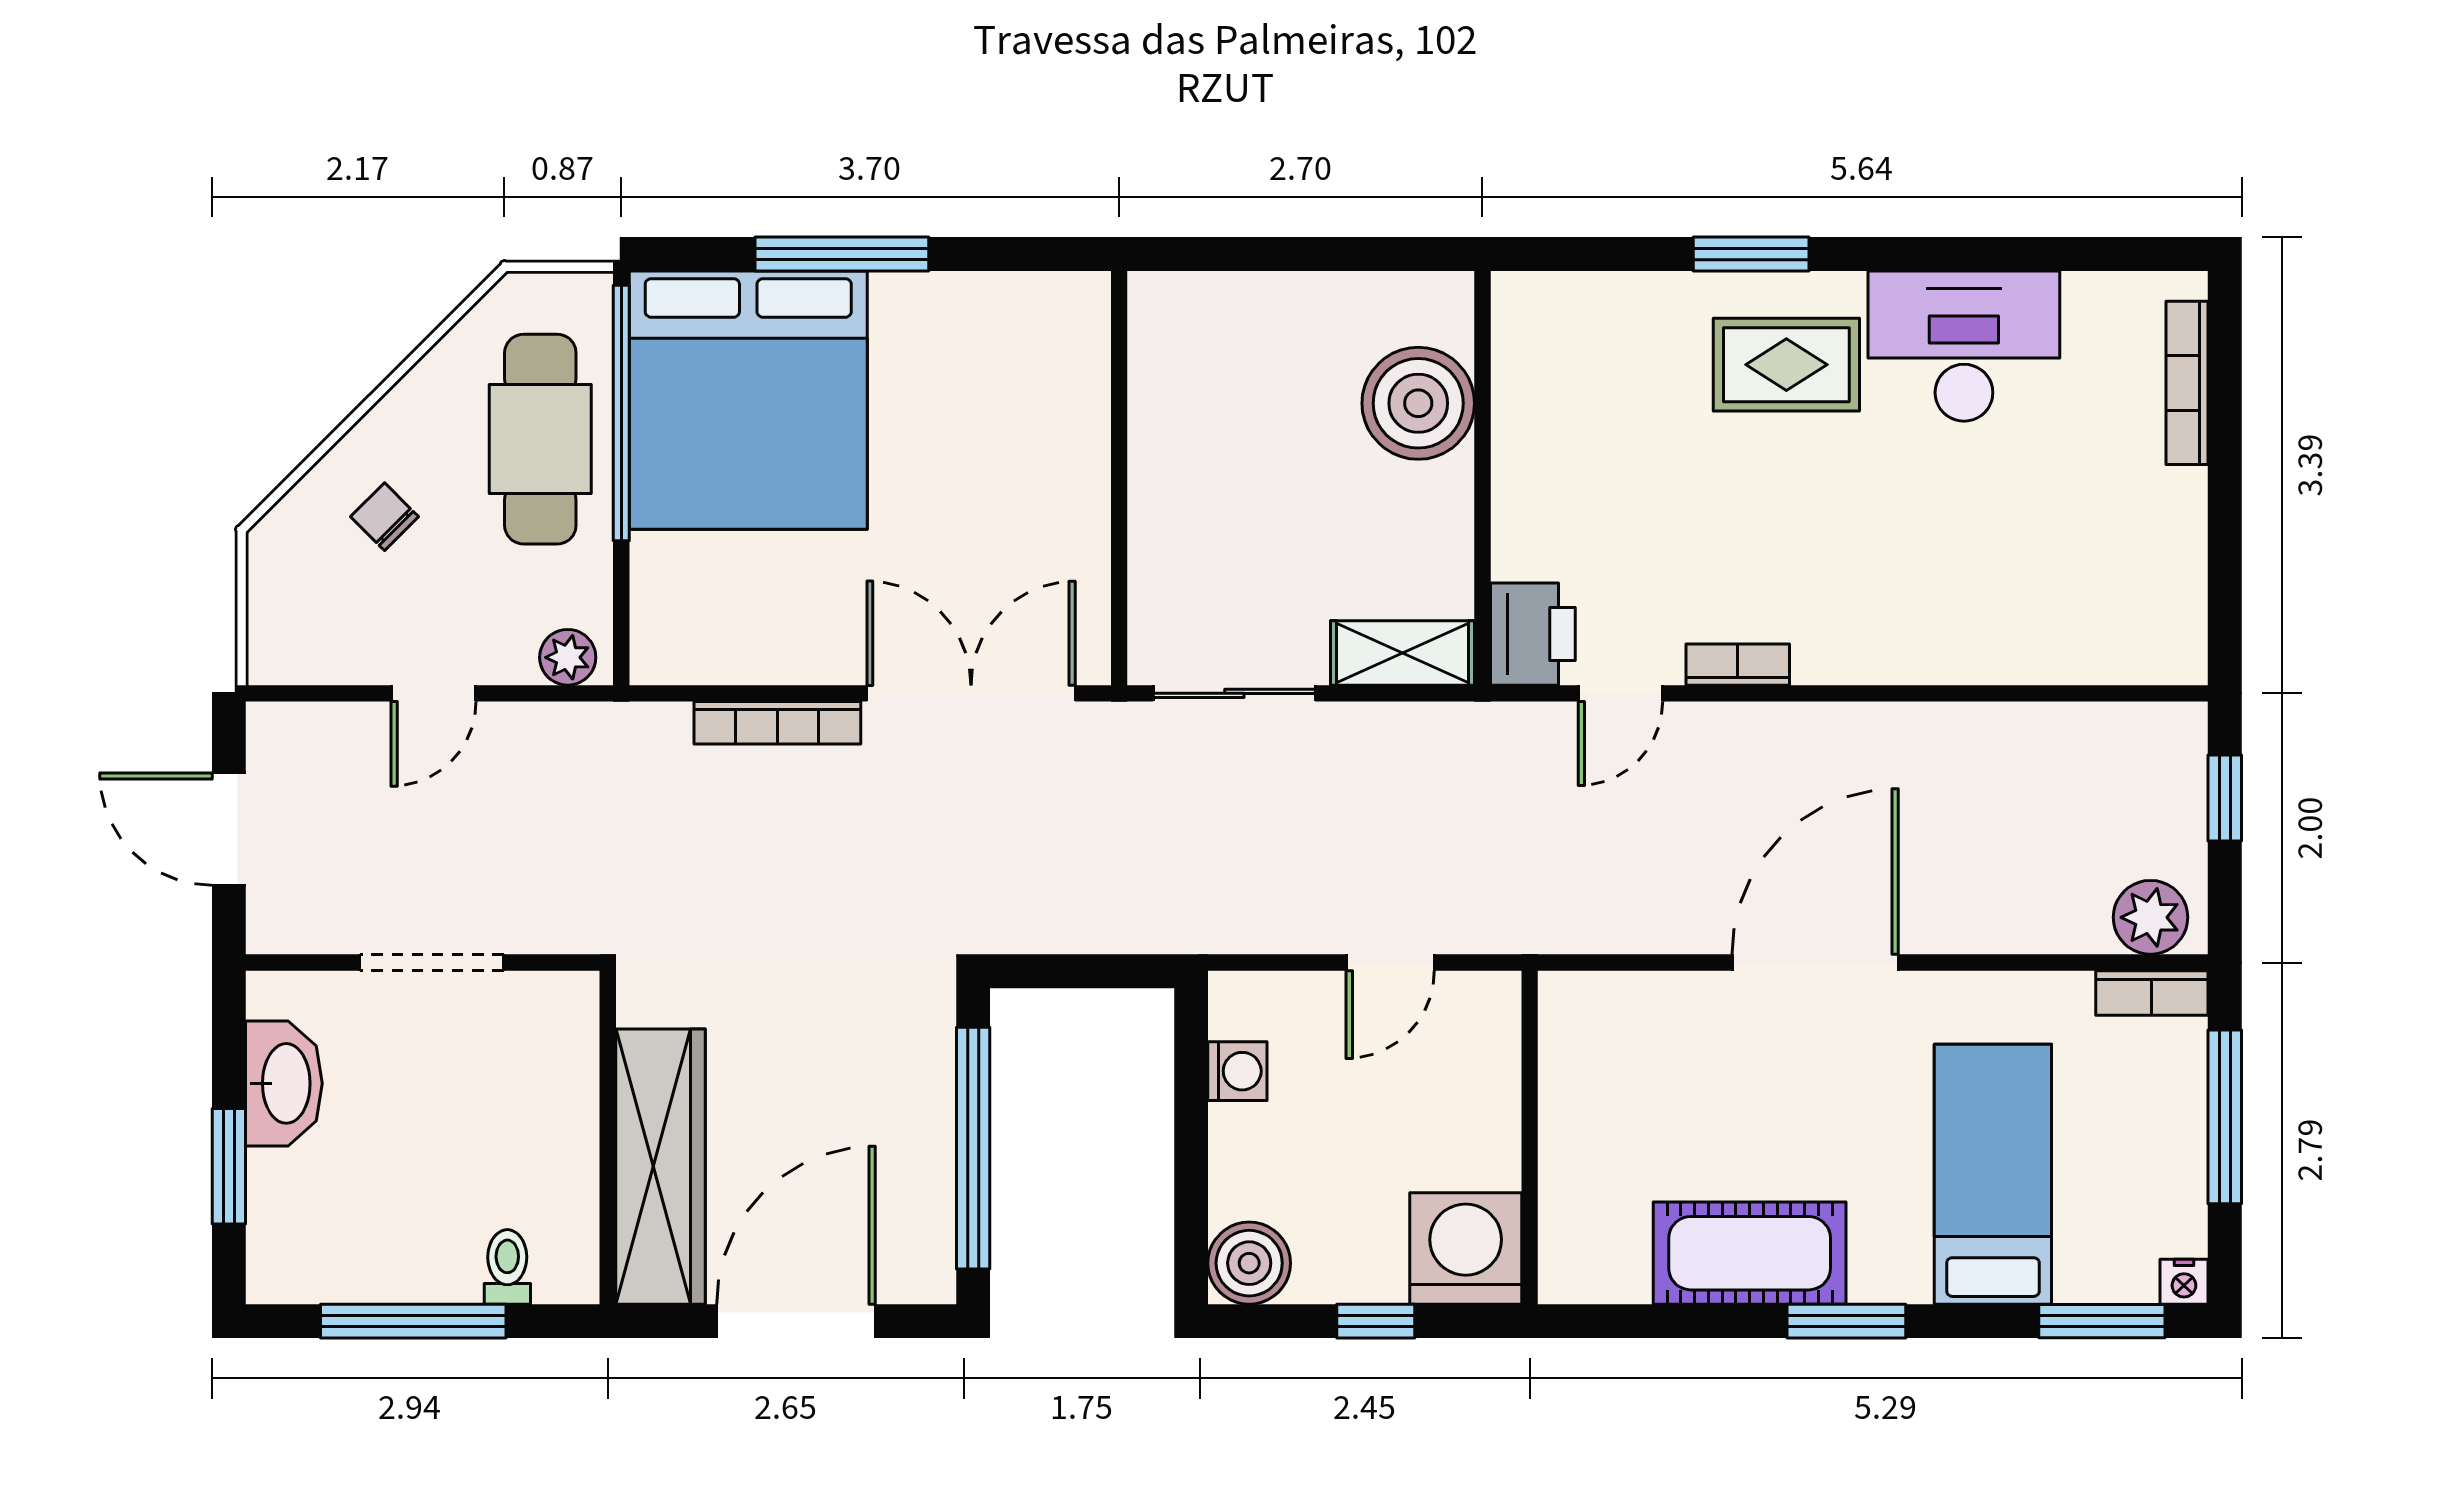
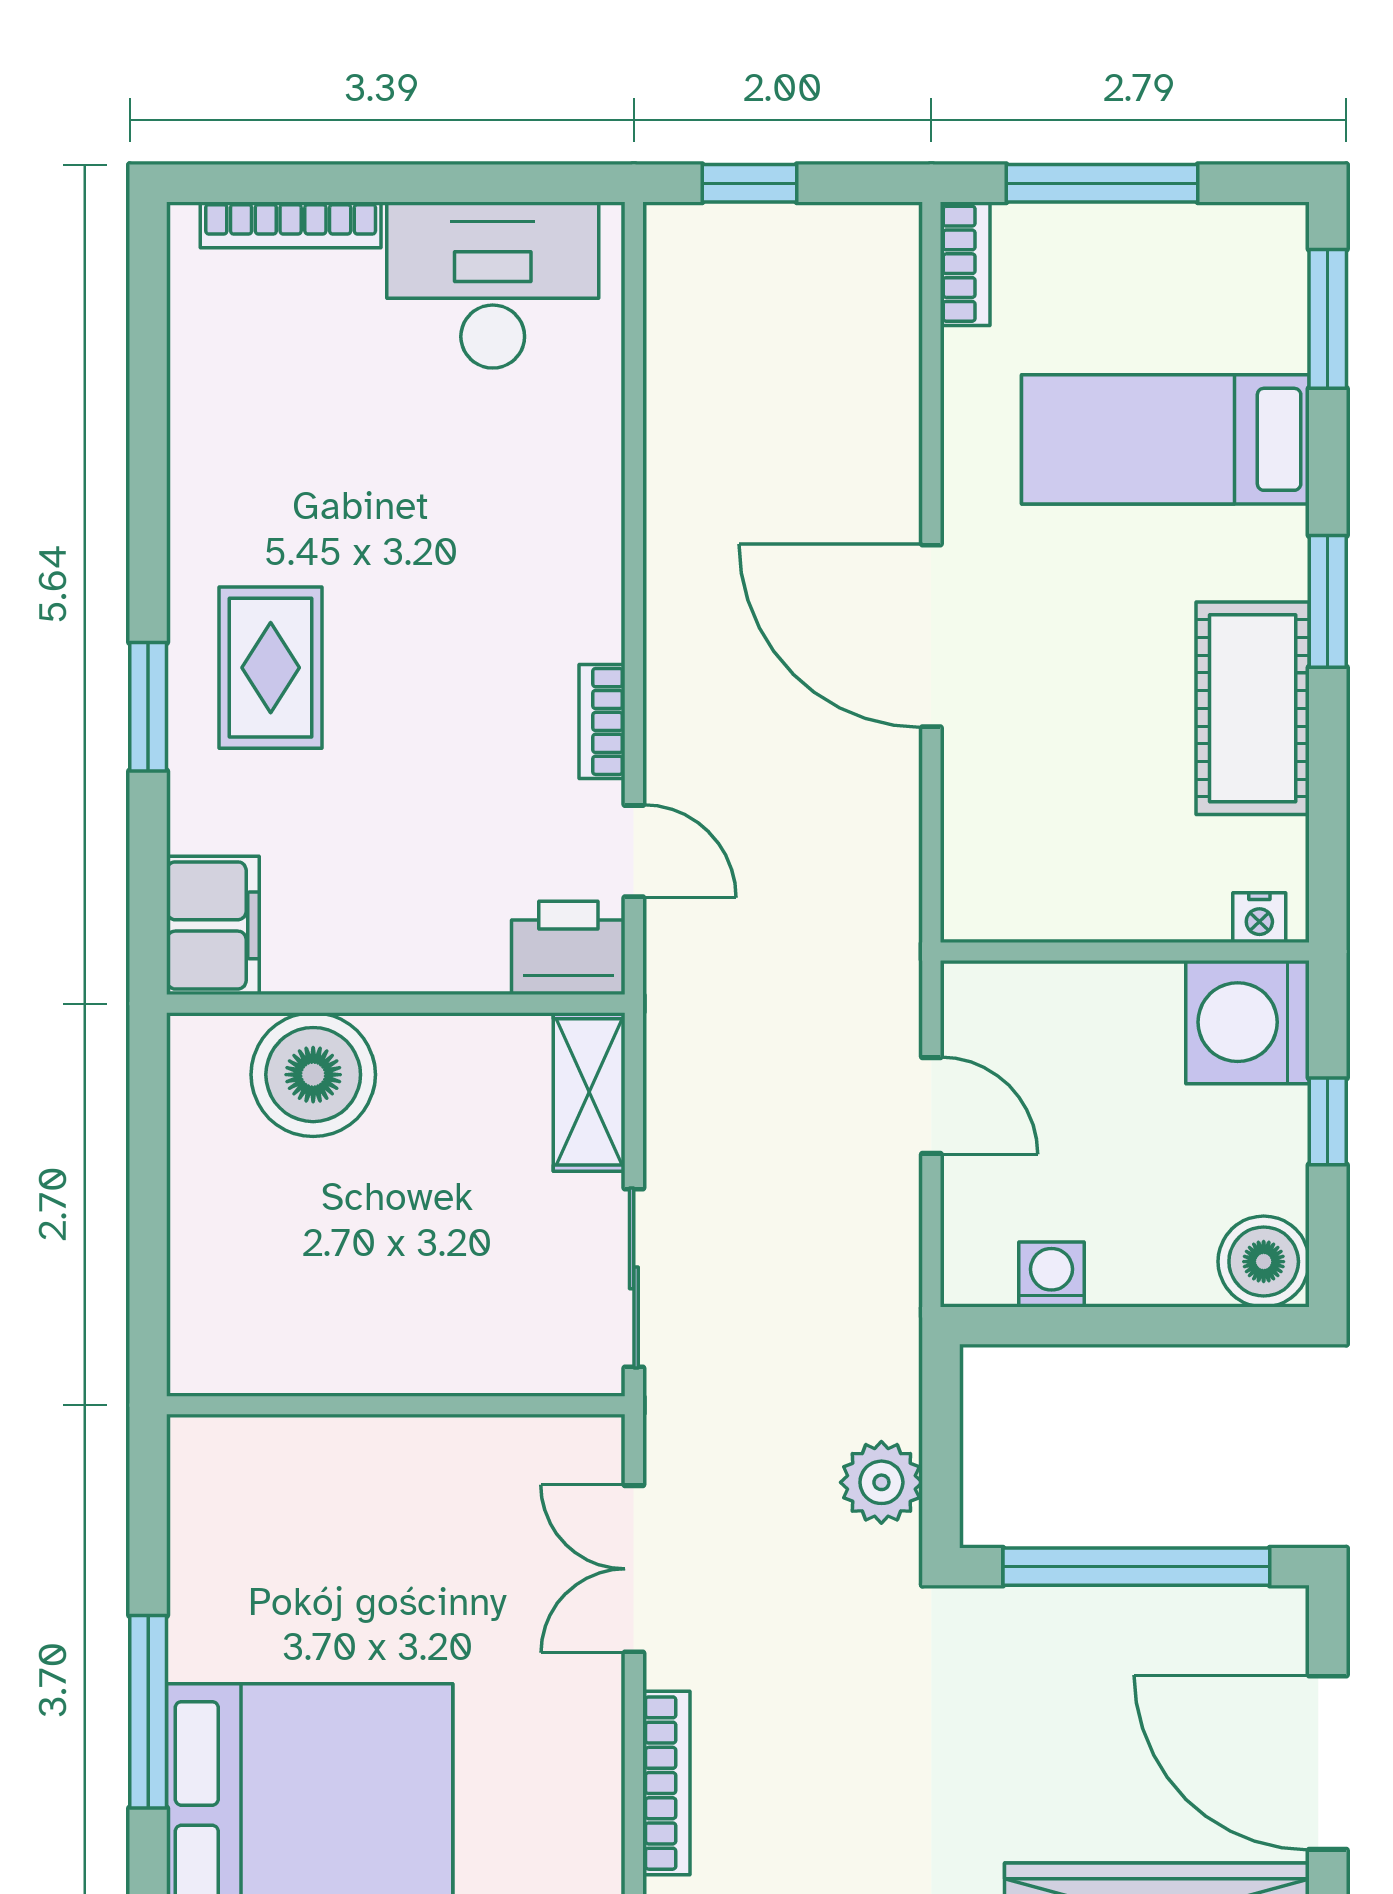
filing cabinet: (1553, 313) -> (213, 925), added
desk: (1964, 346) -> (493, 285), moved, turned 90
double door: (971, 693) -> (634, 1569), width x0.73
plant: (2151, 917) -> (881, 1482), moved
nightstand: (2184, 1282) -> (1259, 918), moved, turned 90

